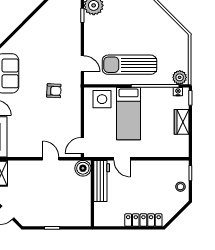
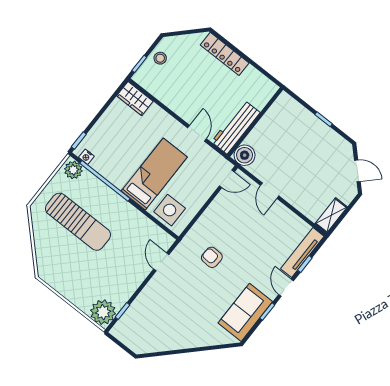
sun lounger: (129, 65) -> (78, 222), moved
wardrobe: (182, 122) -> (135, 99), moved, turned 90

